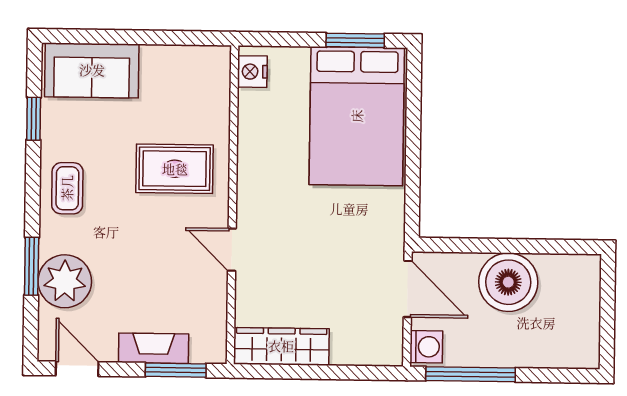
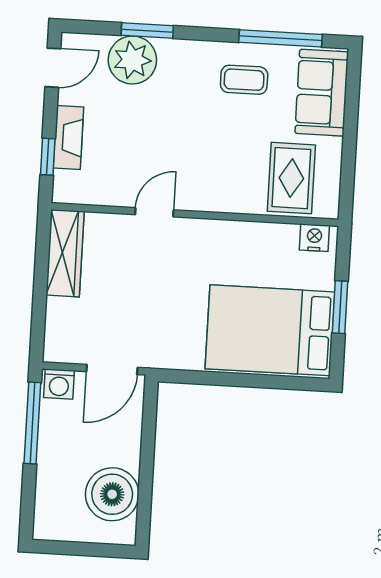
window: (355, 40) -> (340, 307), moved
window: (34, 119) -> (280, 38), width x2.17
rug: (175, 169) -> (291, 178), moved
coffee table: (67, 188) -> (244, 80), moved
boiler: (508, 282) -> (112, 494), moved
window: (176, 370) -> (48, 157), width x0.67

